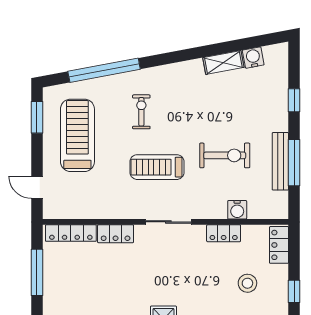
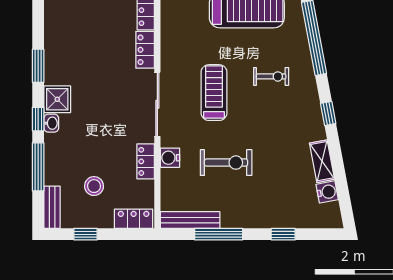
window: (177, 57) -> (328, 113), added
exercise bike: (225, 155) -> (226, 163), turned -90
bench: (280, 161) -> (190, 220), moved
water cooler: (237, 210) -> (170, 158), moved
sliding door: (168, 222) -> (157, 104), width x1.37

